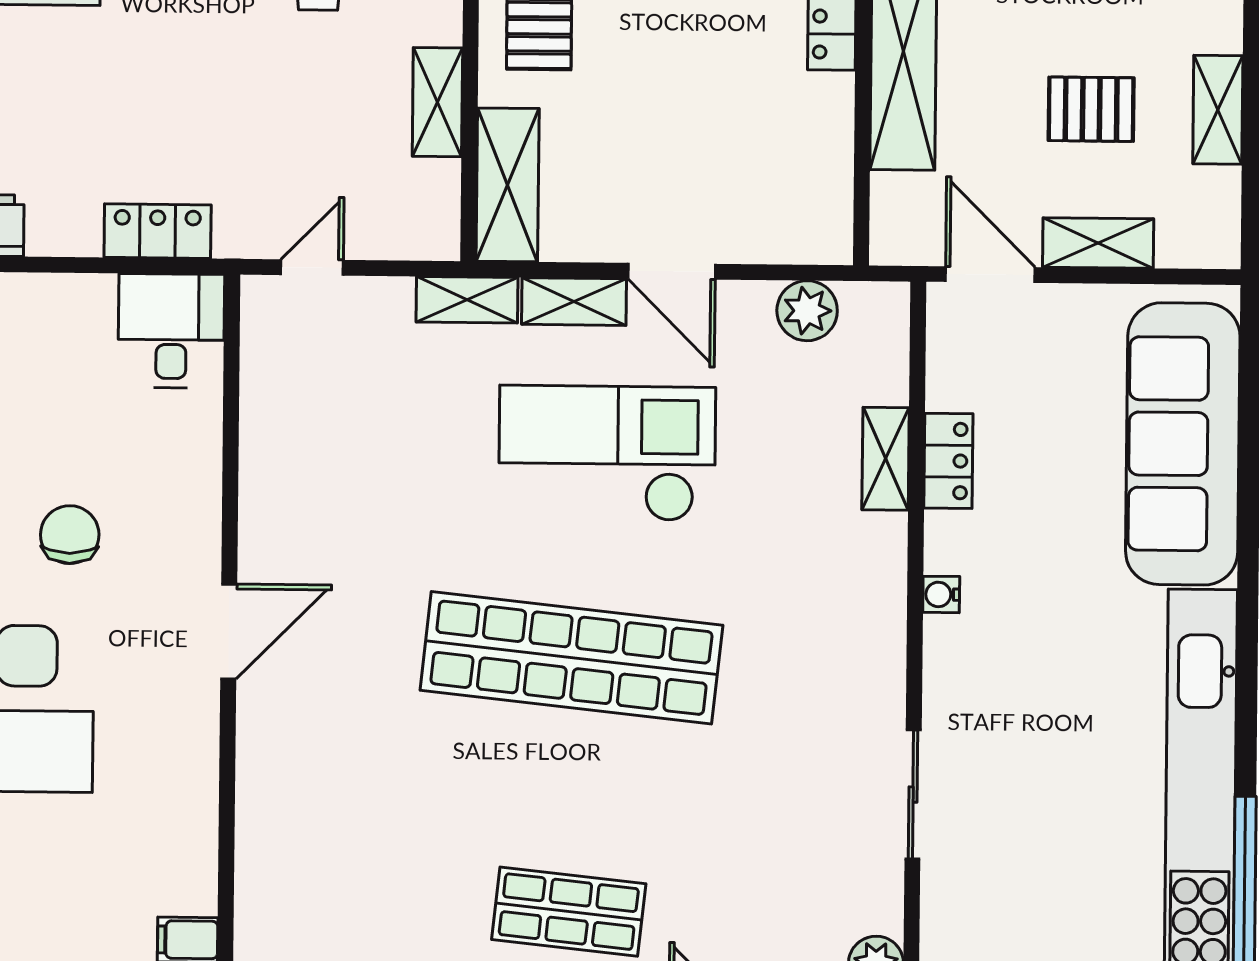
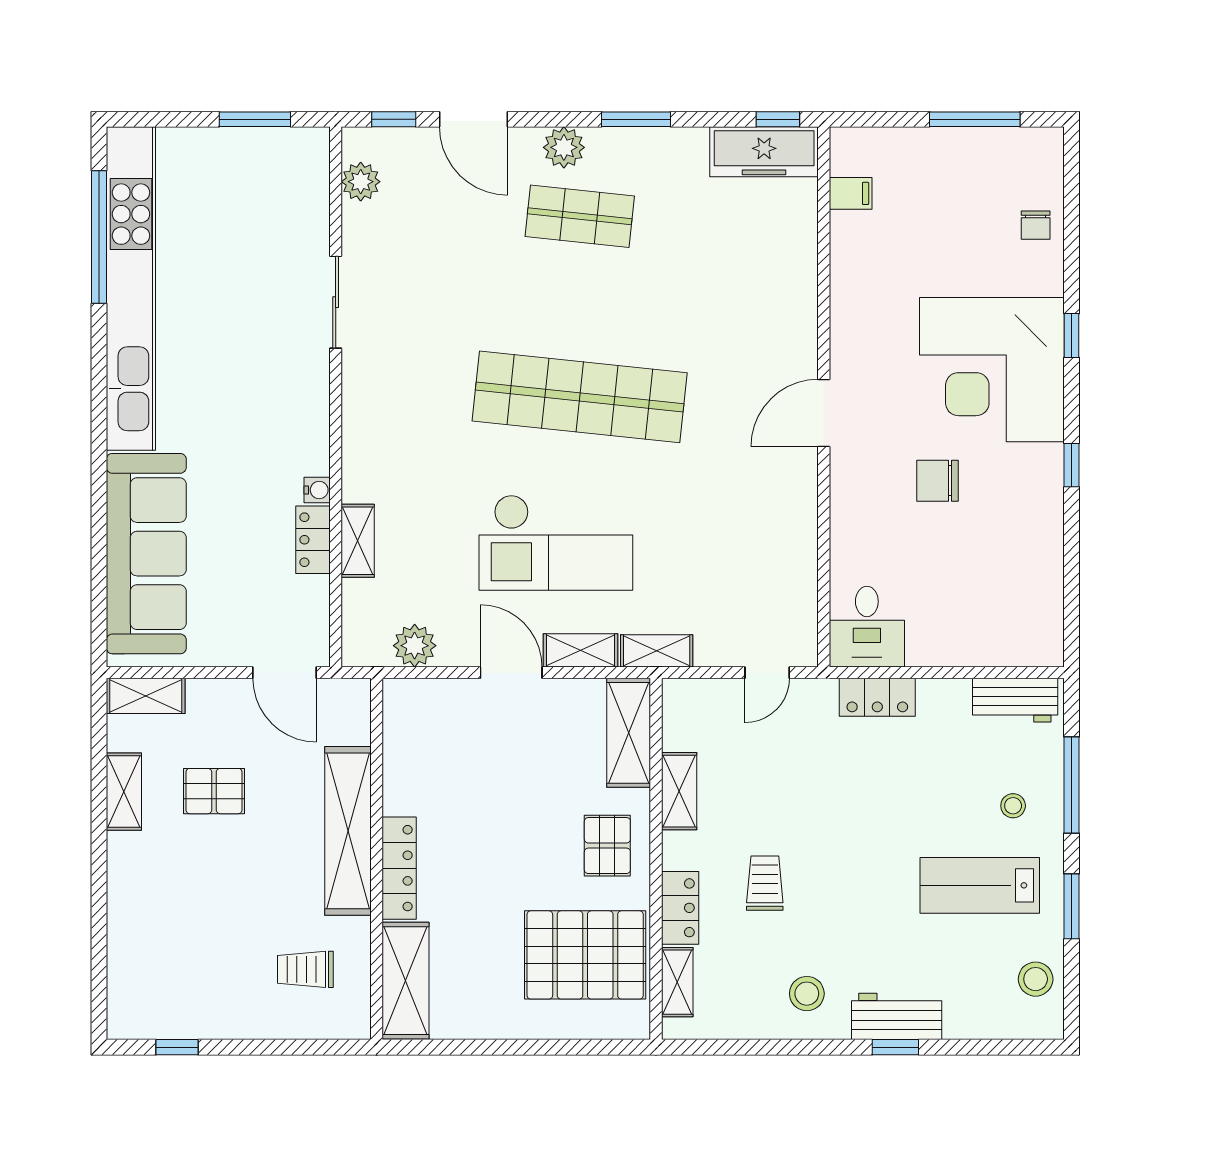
shelving: (1098, 243) -> (146, 696), moved
chair: (70, 535) -> (938, 481), turned 90
water cooler: (941, 594) -> (317, 490), moved

